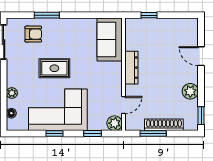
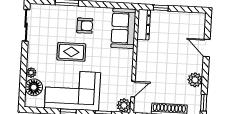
armchair: (33, 34) -> (85, 26), moved
dresser: (131, 68) -> (144, 25), moved
floor lamp: (11, 113) -> (34, 87), width x1.89, depth x1.89

